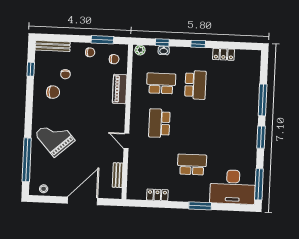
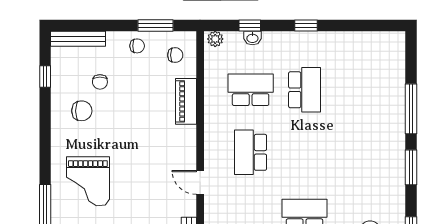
locker: (223, 54) -> (346, 40), removed
grand piano: (55, 137) -> (88, 181), turned -138

